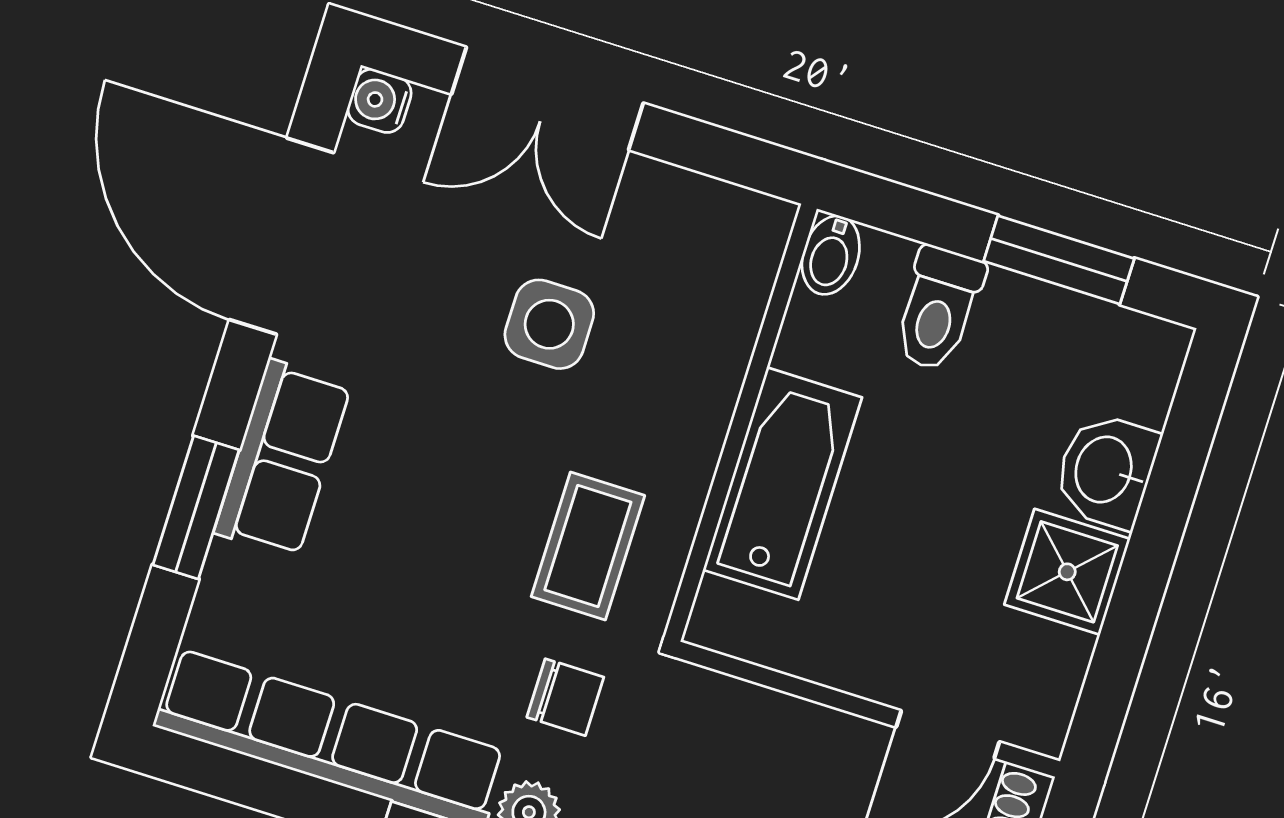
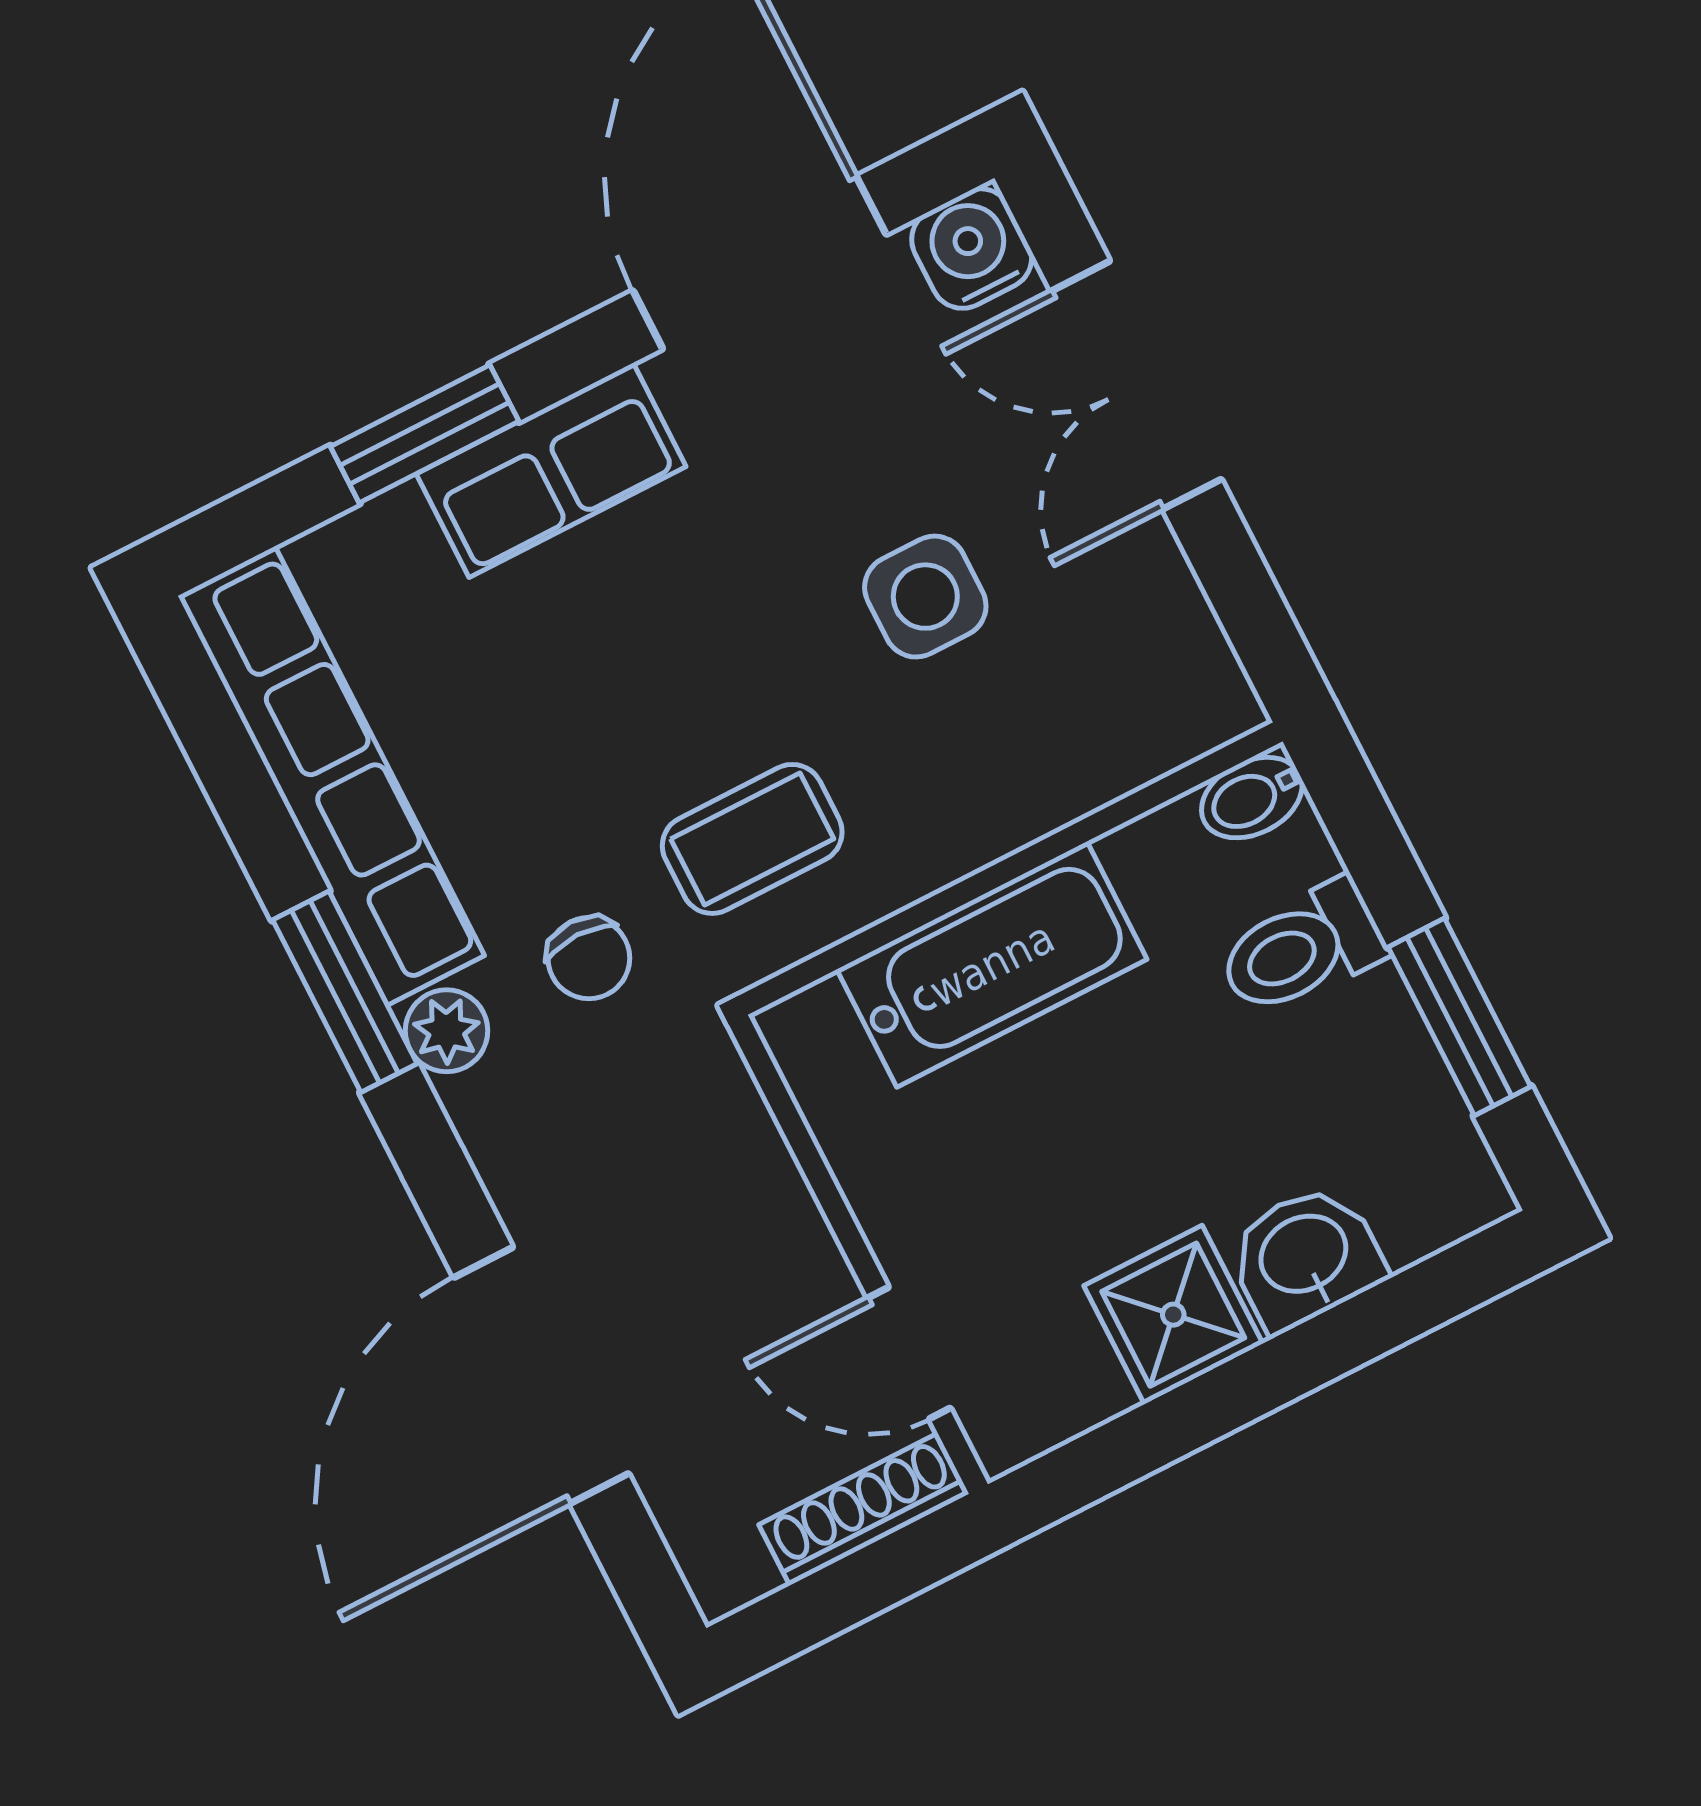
water cooler: (379, 101) -> (972, 249), width x1.38, depth x1.38

